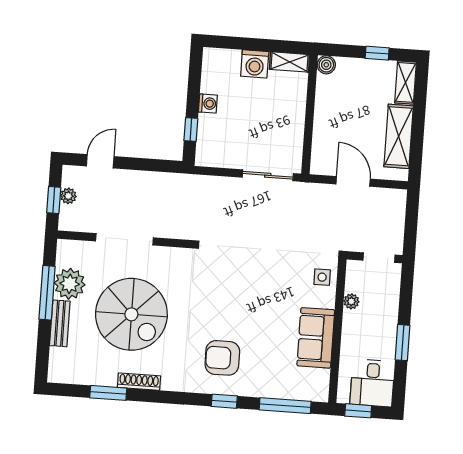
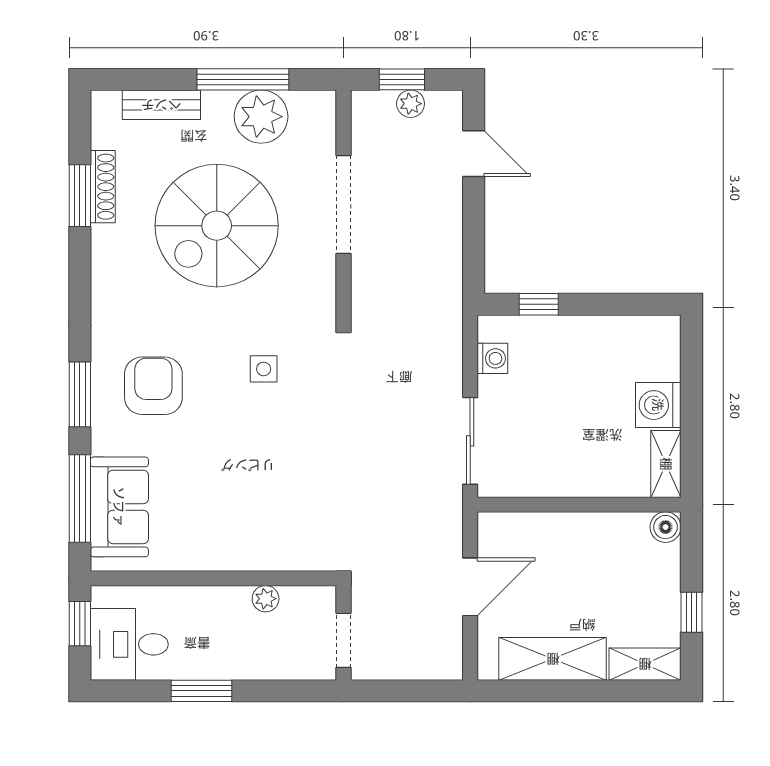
washing machine: (208, 103) -> (492, 358), moved, turned -90
side table: (322, 277) -> (264, 369), moved
bench: (60, 323) -> (161, 105), moved
sofa: (316, 338) -> (119, 507), moved, turned 90
shoe rack: (139, 382) -> (103, 187), moved
window: (224, 401) -> (80, 394), width x1.50

